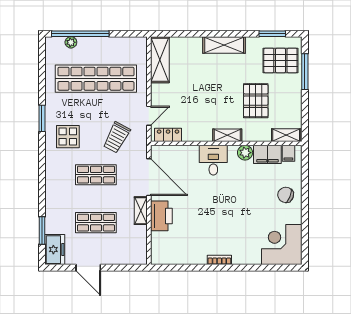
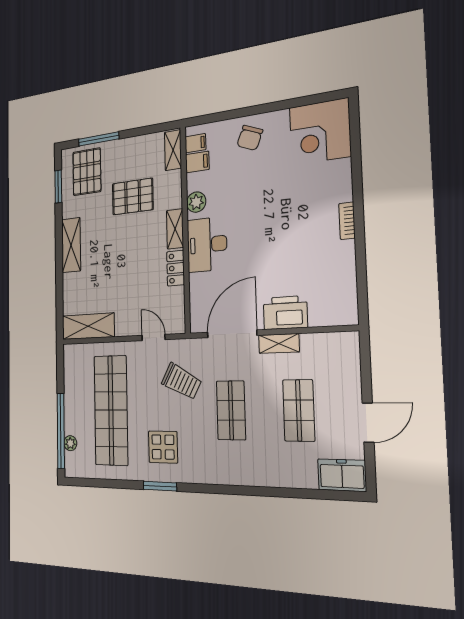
locker: (168, 135) -> (176, 268), moved
display table: (68, 137) -> (163, 447), moved
filing cabinet: (267, 154) -> (197, 162), width x0.50
desk: (213, 160) -> (207, 245), width x1.37
window: (42, 231) -> (314, 494), removed

